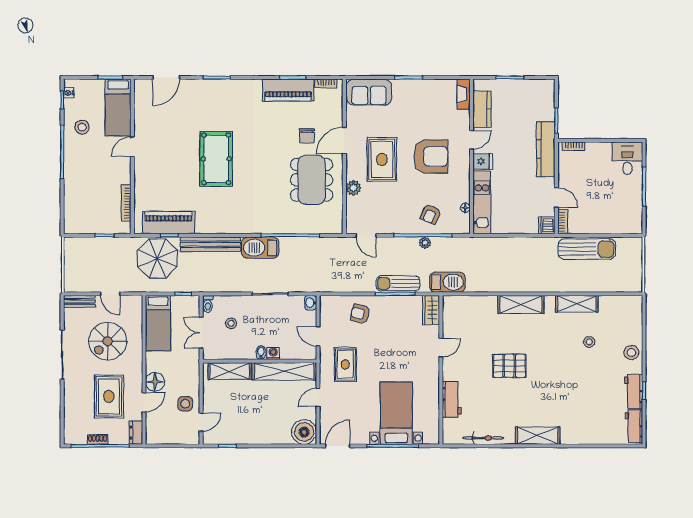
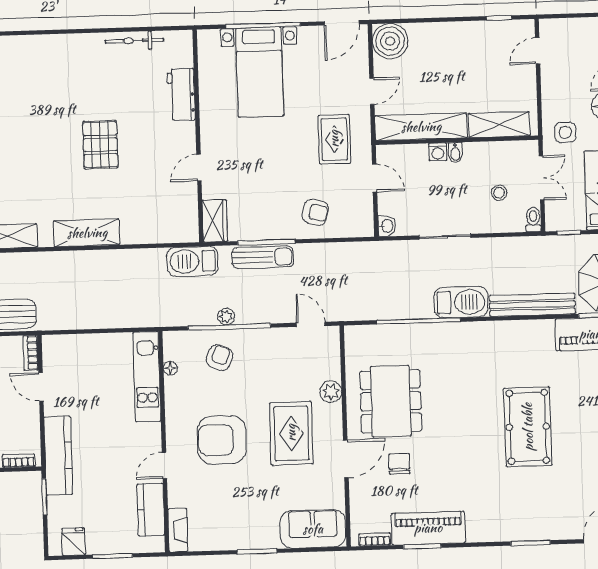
fridge: (483, 162) -> (73, 541), moved, turned 90
dishwasher: (547, 225) -> (53, 347), removed
pallet: (509, 366) -> (100, 145), turned 90
side table: (185, 404) -> (565, 132), moved
shelving: (538, 436) -> (57, 46), removed

